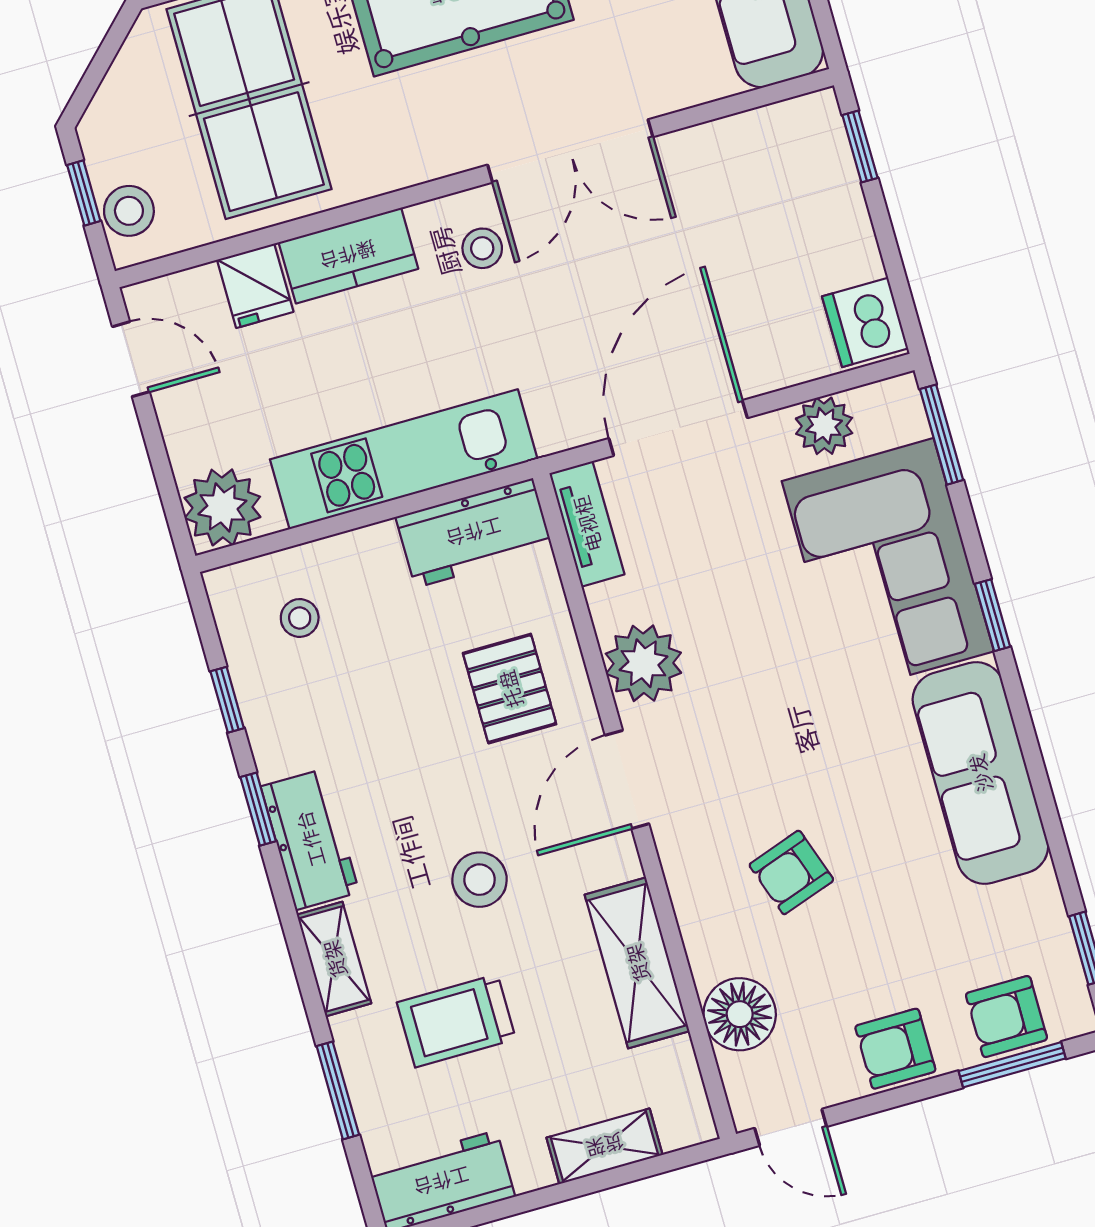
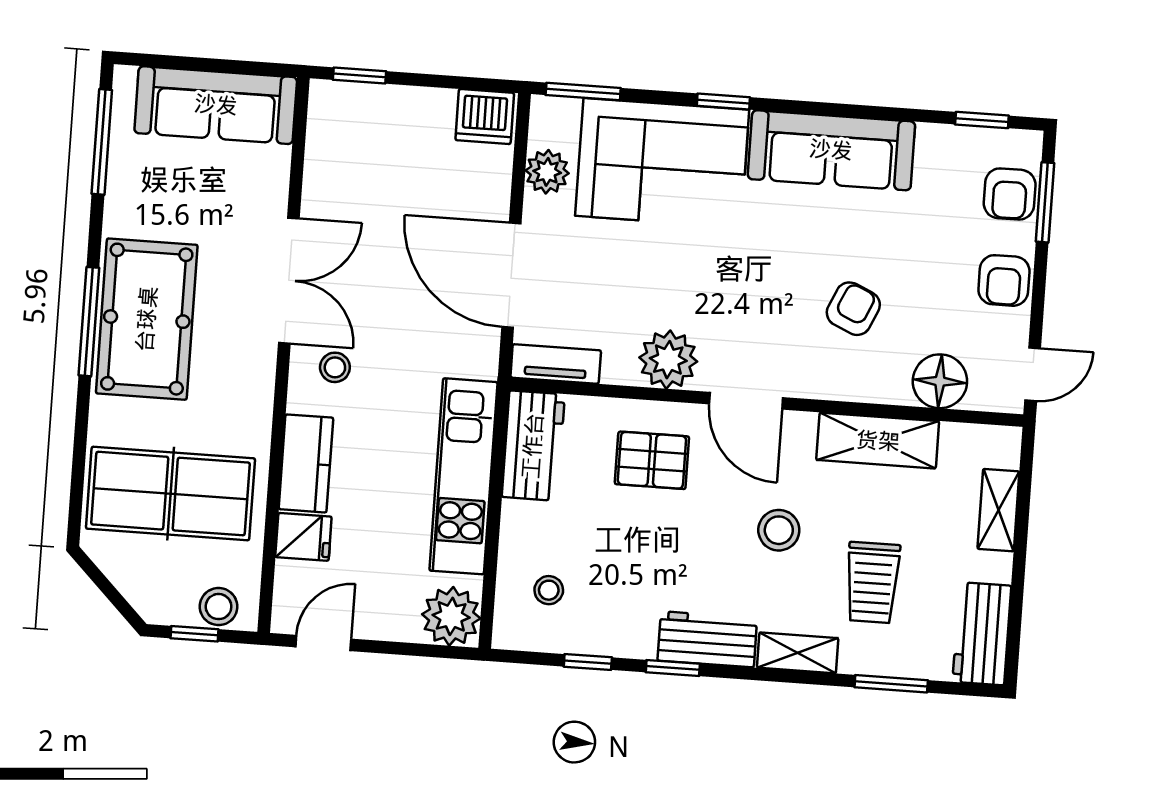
armchair: (791, 872) -> (853, 309), turned -137

